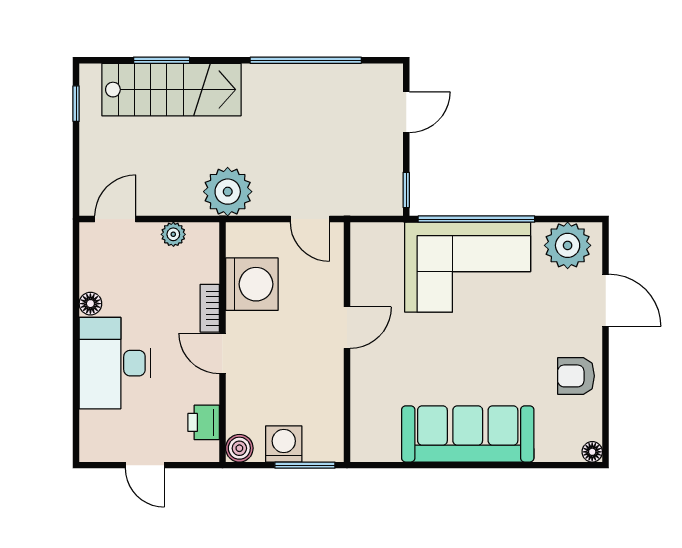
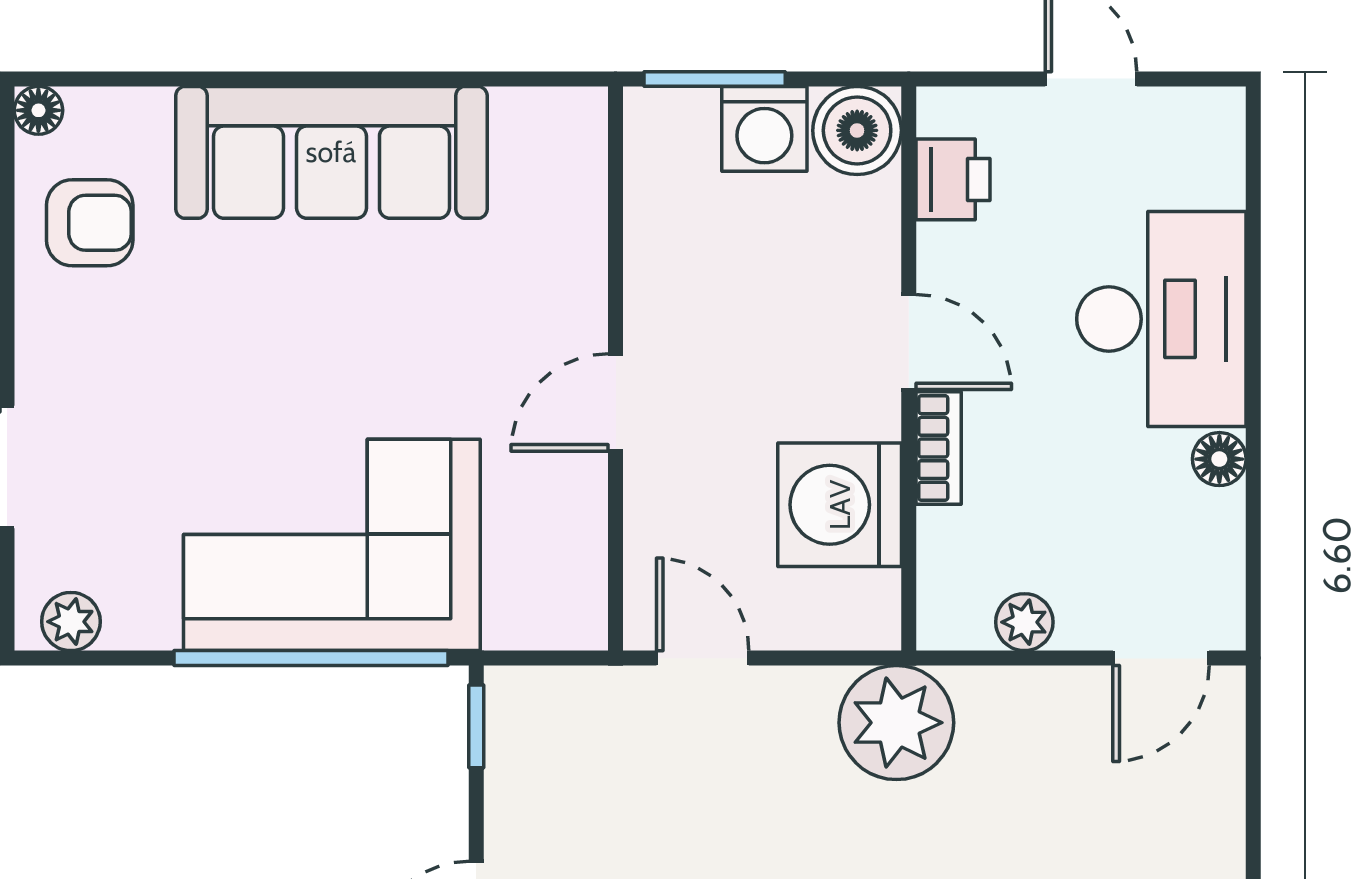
plant: (568, 245) -> (71, 622), width x0.53, depth x0.53
armchair: (576, 376) -> (90, 223), moved
boiler: (239, 448) -> (857, 130), width x1.36, depth x1.36

